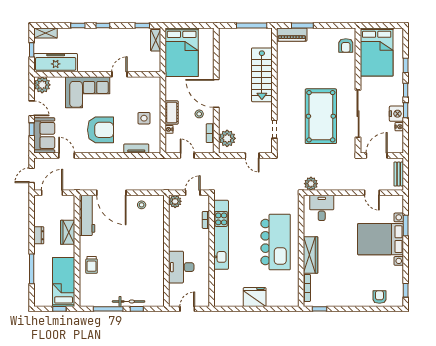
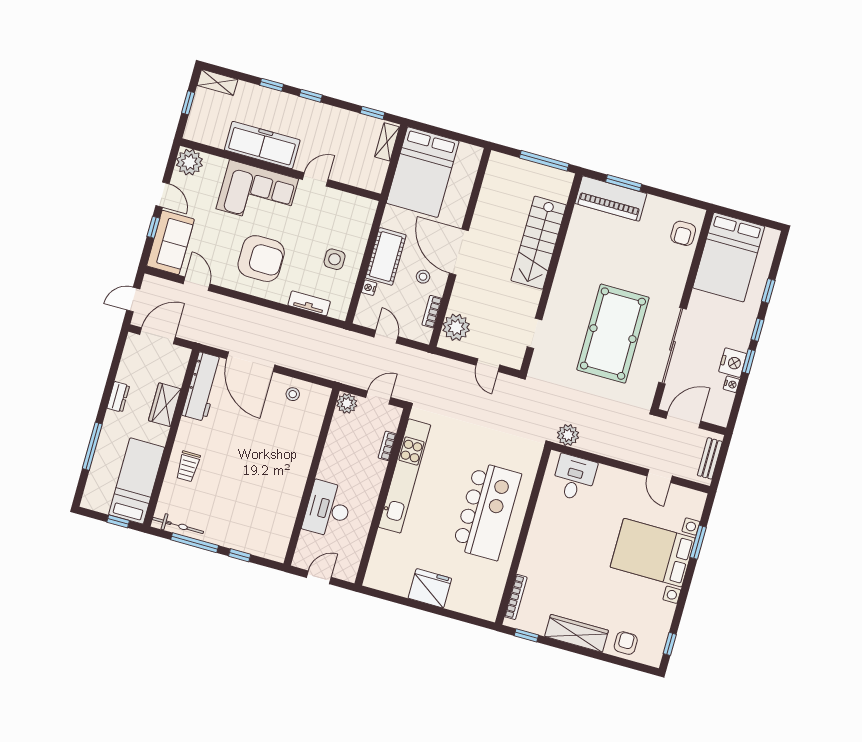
piano: (292, 35) -> (611, 199), width x1.37, depth x1.33
freezer: (56, 63) -> (262, 145), moved
cot: (172, 113) -> (386, 256), width x1.37, depth x1.34
wardrobe: (311, 255) -> (577, 633), moved, turned -90
bicycle: (129, 301) -> (178, 525), moved

